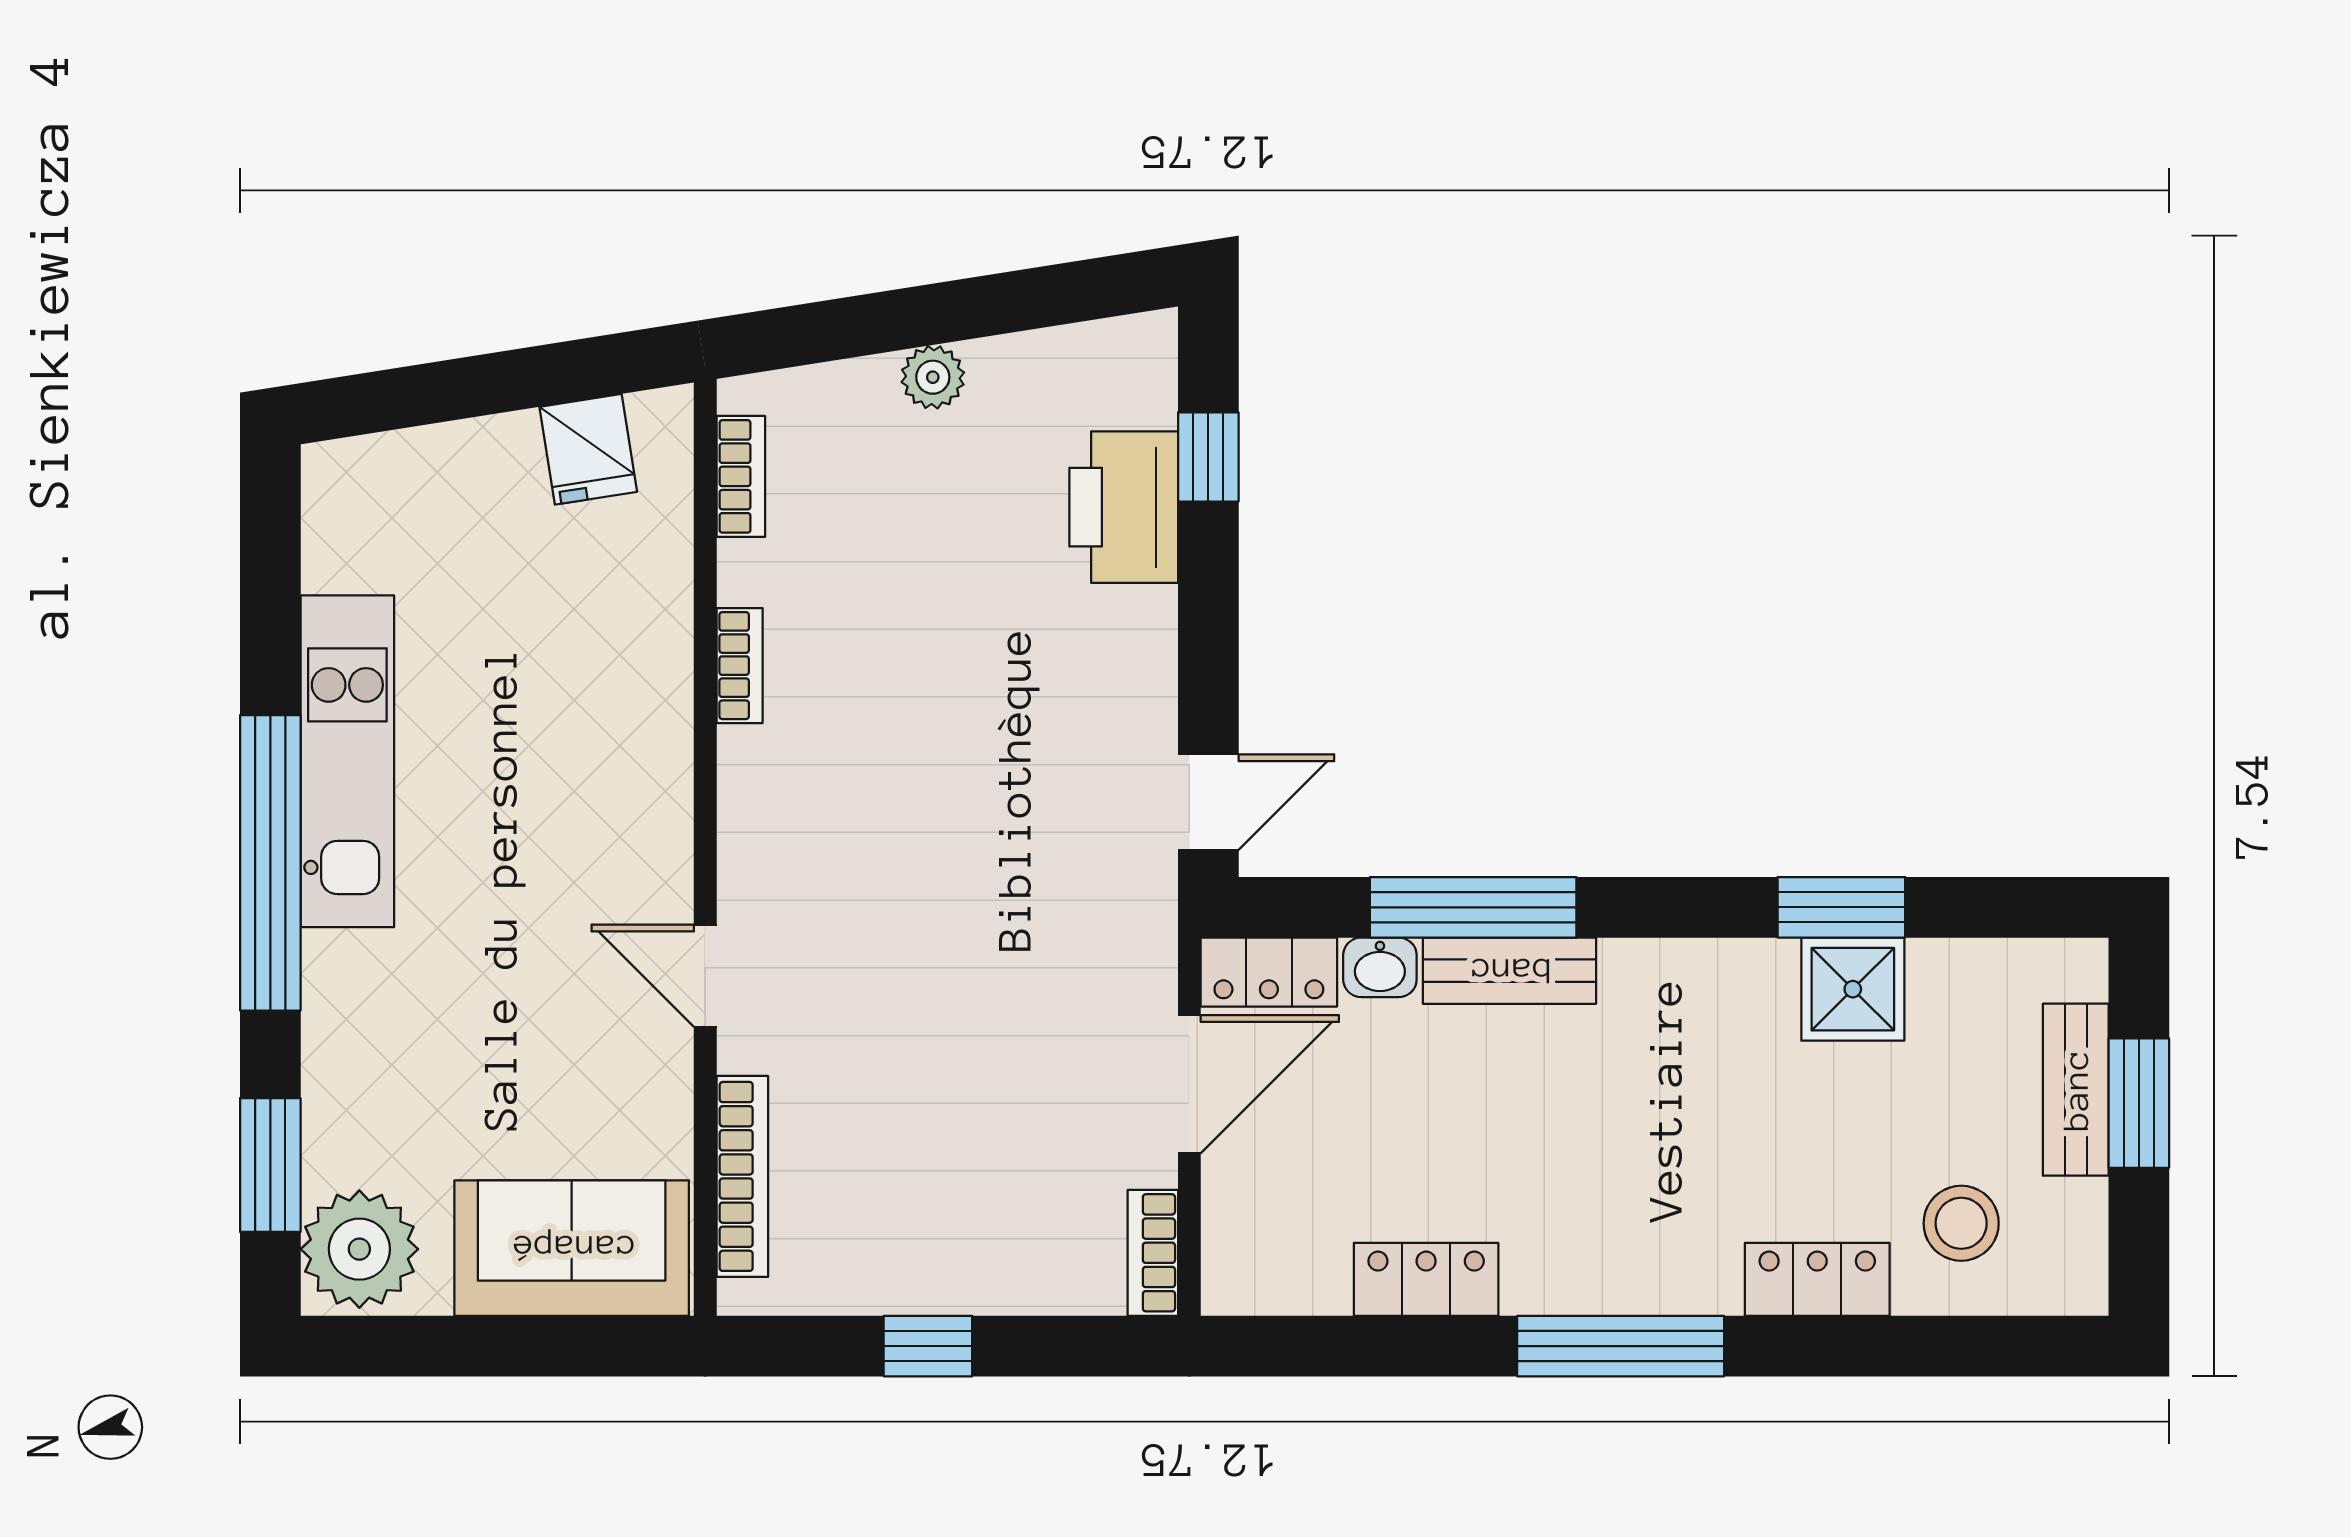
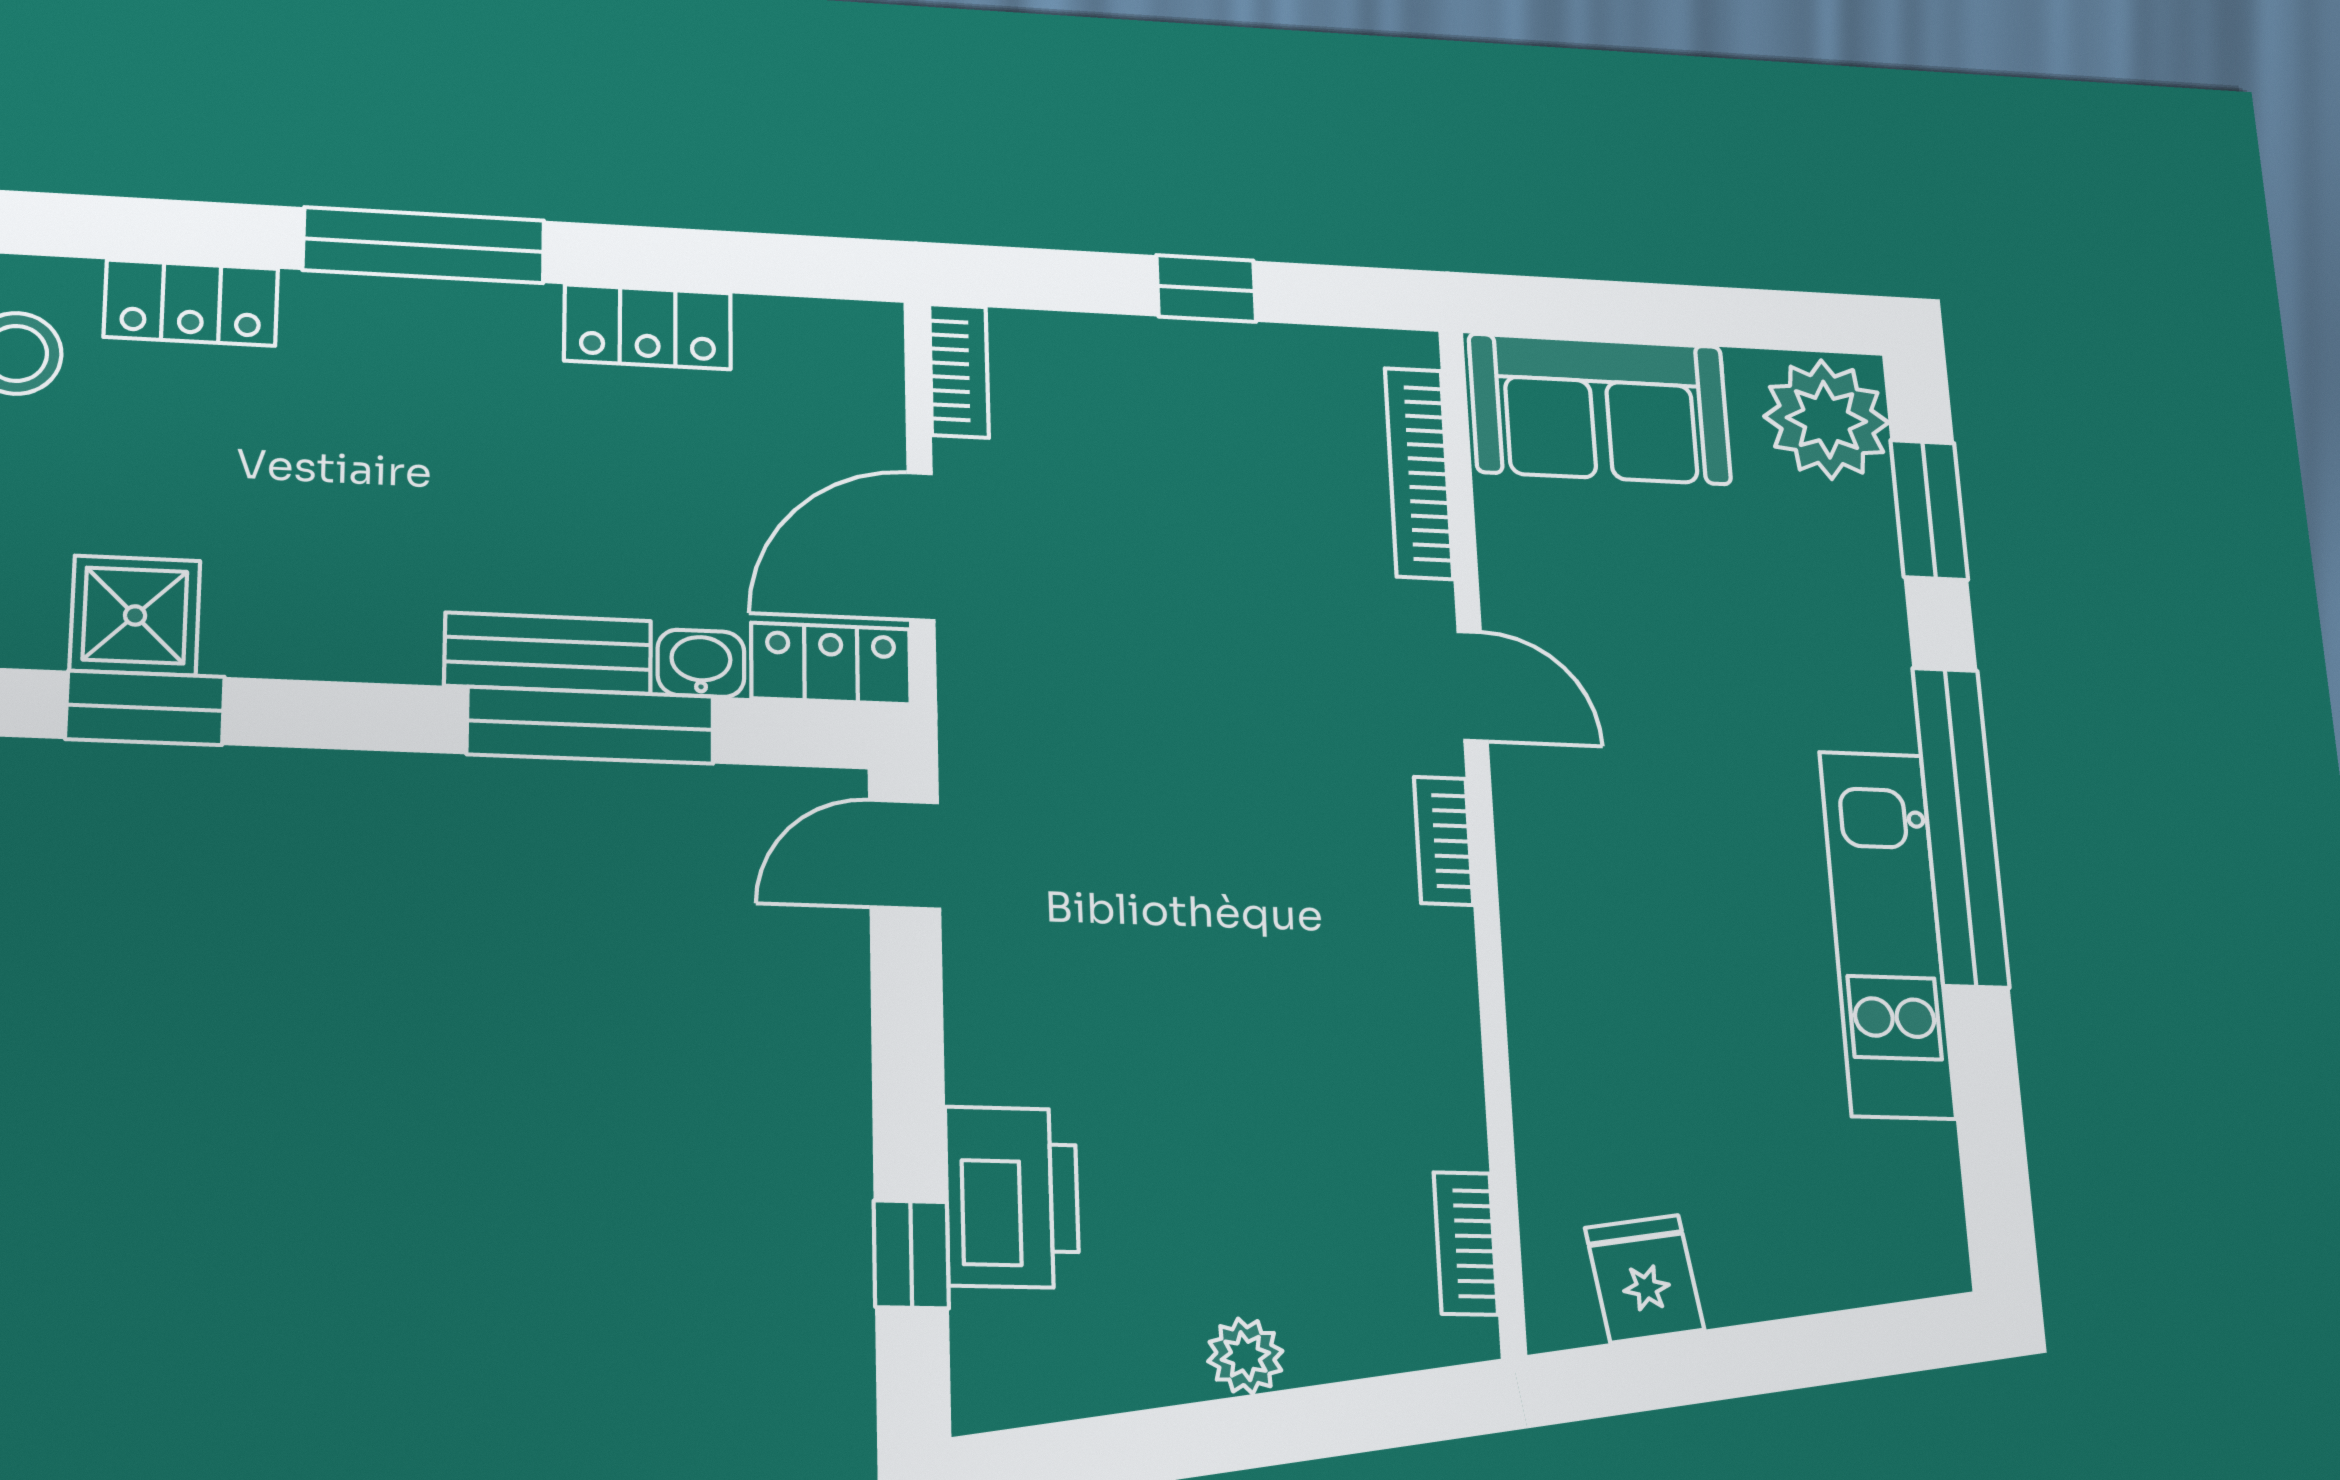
bookcase: (740, 666) -> (1443, 841), moved

